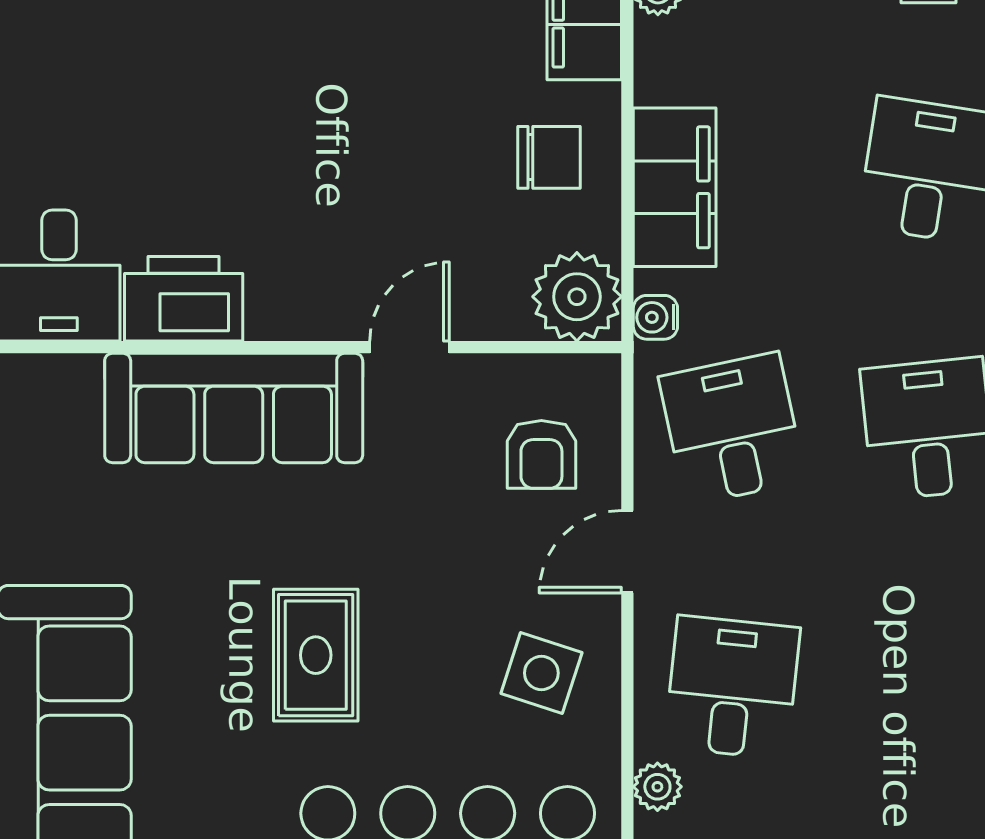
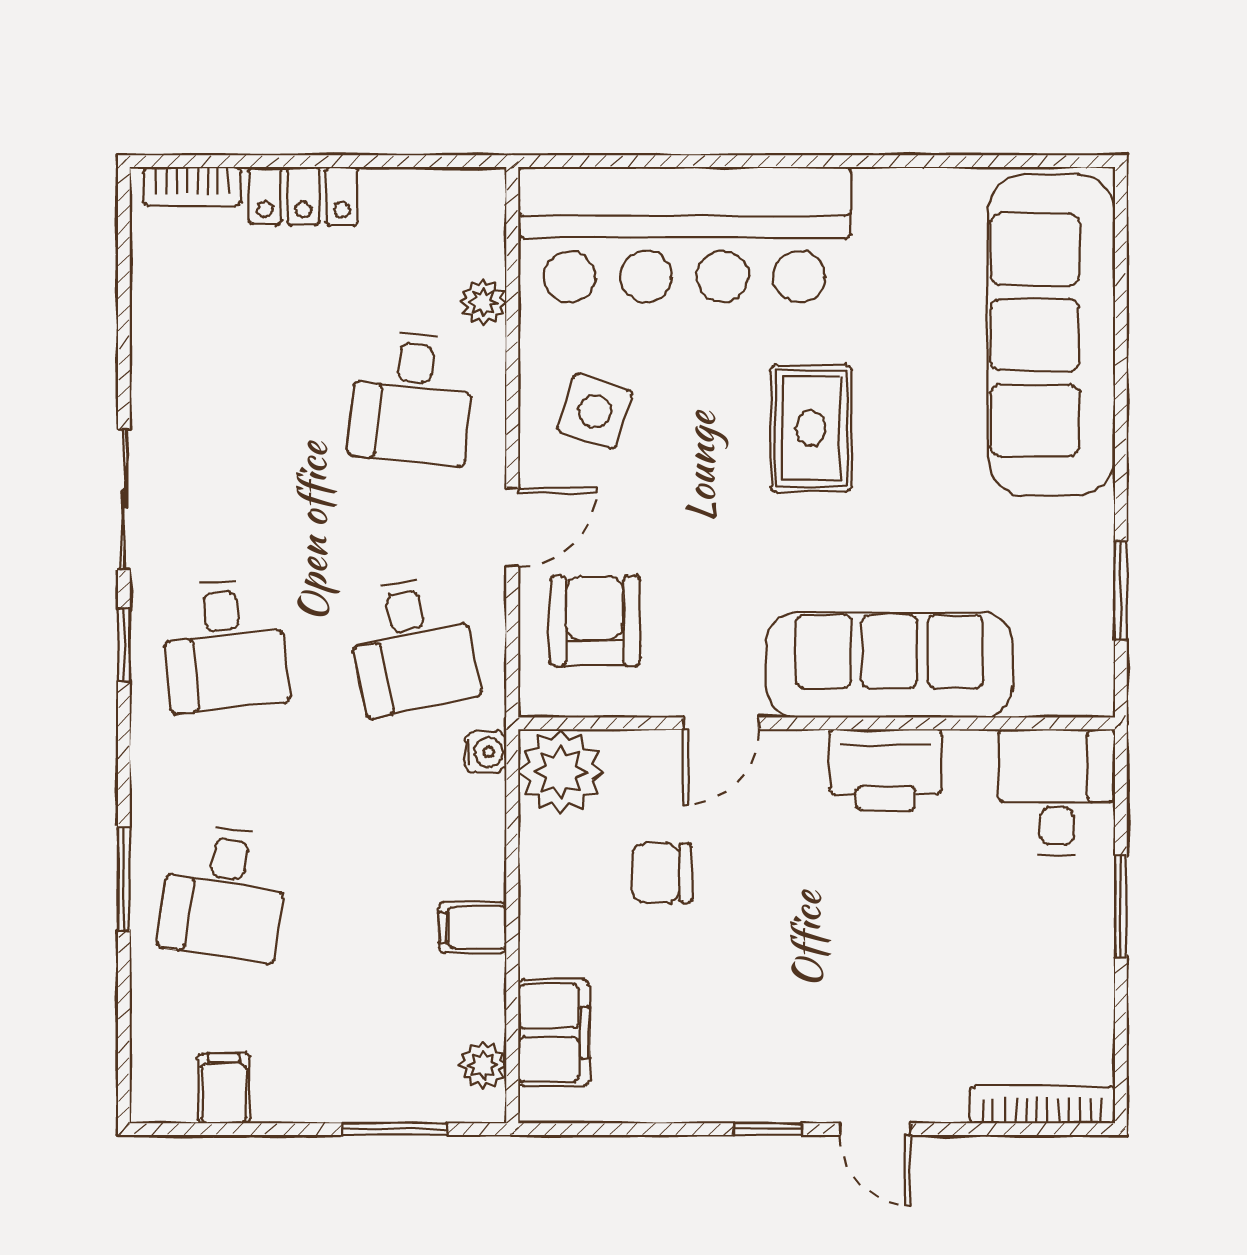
chair: (549, 157) -> (661, 873), moved
filing cabinet: (675, 187) -> (473, 927), width x0.33, depth x0.86
printer: (184, 299) -> (886, 770), moved
armchair: (541, 454) -> (595, 621), width x1.38, depth x1.38

